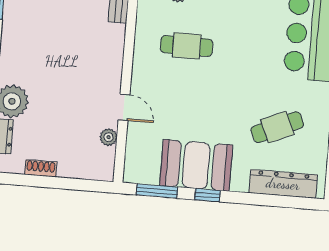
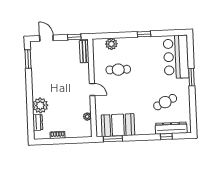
door: (124, 107) -> (92, 90), moved
booth: (196, 165) -> (118, 125), moved
window: (207, 195) -> (166, 137), moved

